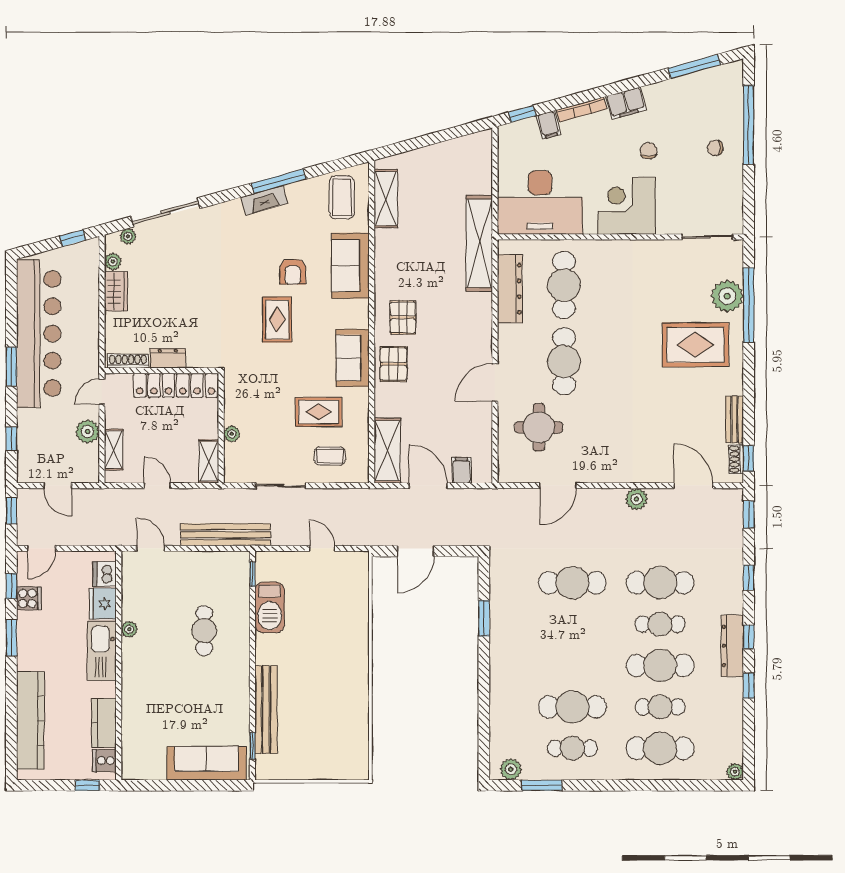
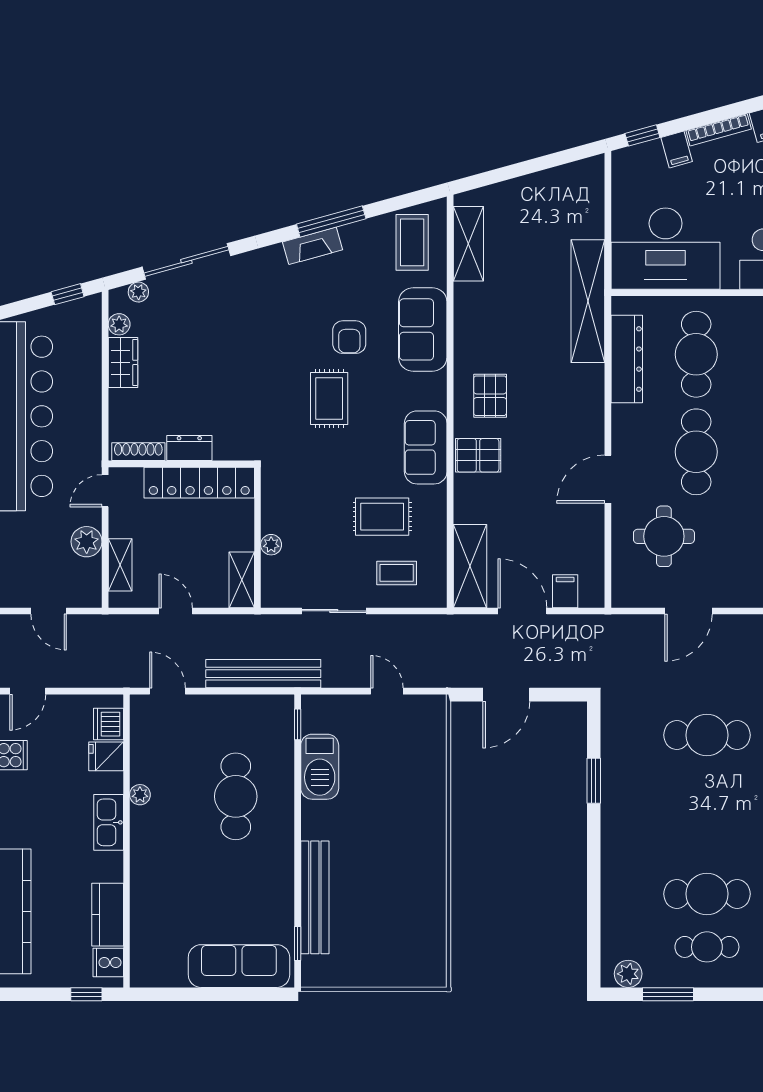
pallet: (393, 364) -> (478, 455), turned 90
fridge: (103, 604) -> (106, 756), width x0.72
cafe table: (204, 631) -> (236, 796), width x1.37, depth x1.35
kitchen sink: (102, 651) -> (109, 822), width x0.73, depth x0.81

